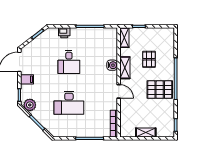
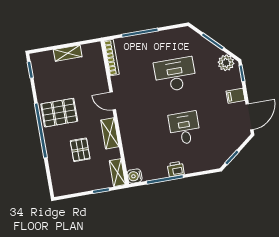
printer: (64, 33) -> (176, 169), moved
water cooler: (112, 65) -> (135, 176), moved

